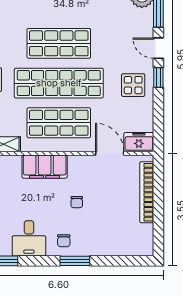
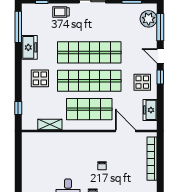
shop shelf: (59, 43) -> (89, 52), width x1.40
freezer: (139, 142) -> (150, 110), moved, turned -90
filing cabinet: (45, 167) -> (79, 140), removed

